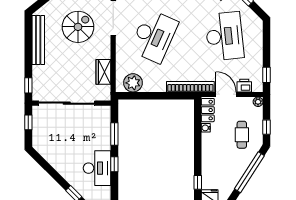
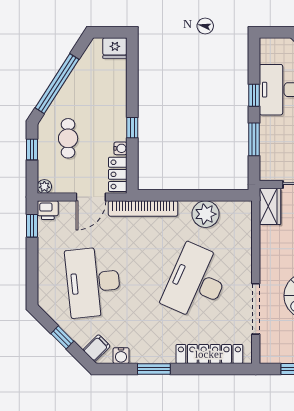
wardrobe: (103, 72) -> (270, 206), moved
plant: (133, 83) -> (206, 214), moved
printer: (244, 86) -> (48, 210), moved
door: (226, 94) -> (91, 197), hinge flipped
window: (198, 182) -> (132, 128), moved

